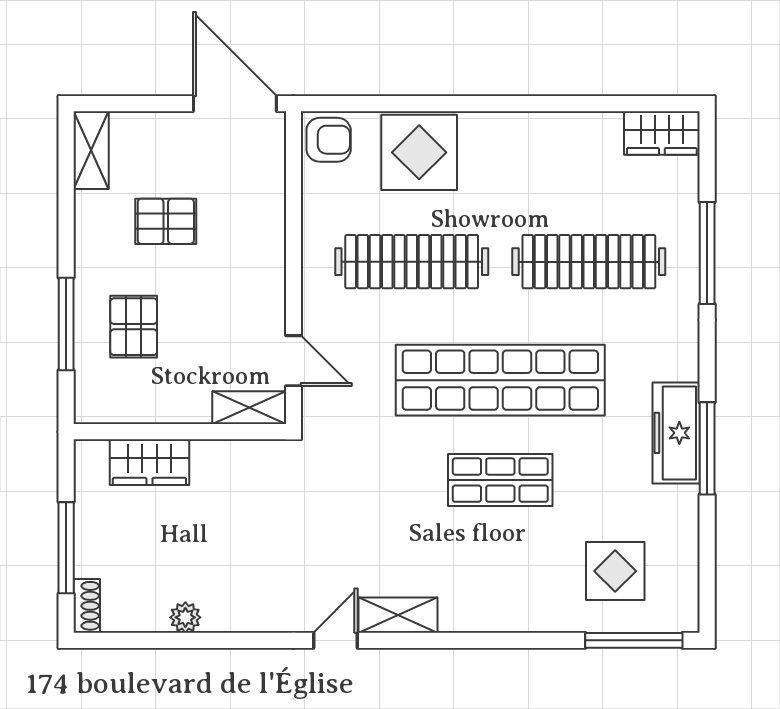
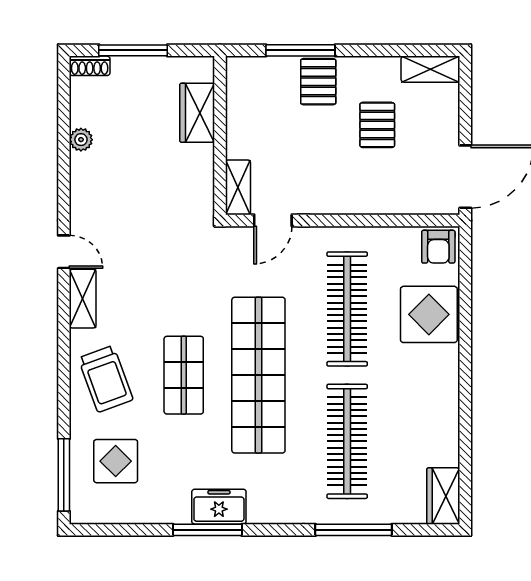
pallet: (134, 327) -> (318, 82), moved, turned 90
freezer: (676, 433) -> (219, 507), width x0.71
trolley: (505, 584) -> (106, 379), added

